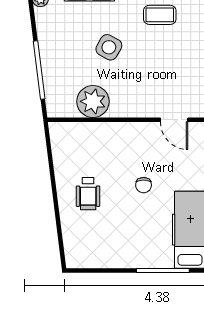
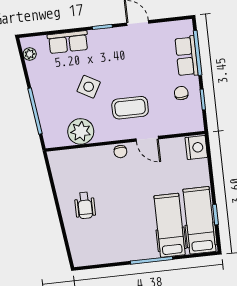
coffee table: (160, 15) -> (130, 108), moved, width x1.36, depth x1.30
chair: (144, 185) -> (120, 152), moved

